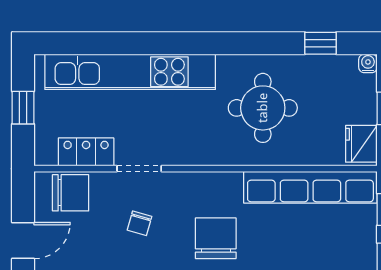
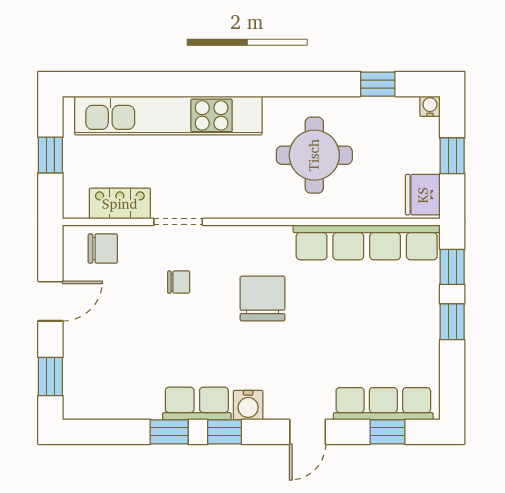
chair: (71, 193) -> (103, 249), width x0.73, depth x0.73
chair: (140, 223) -> (179, 282), turned -106

